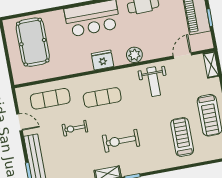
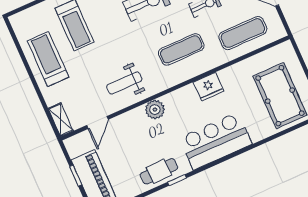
fridge: (103, 60) -> (209, 87), moved
weight bench: (154, 82) -> (124, 83), turned -90

